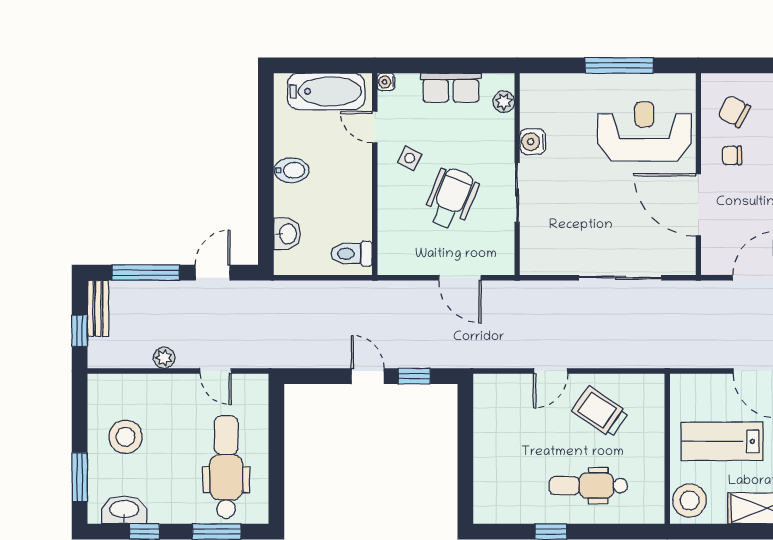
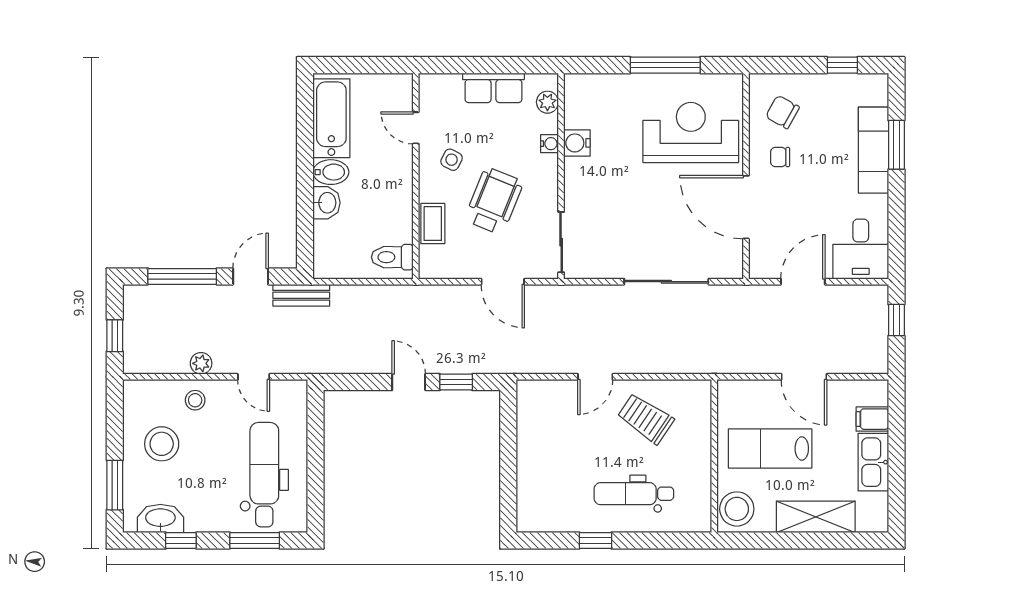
water cooler: (386, 82) -> (549, 144), moved, turned 180
bathtub: (326, 91) -> (331, 118), moved, turned -90
sliding door: (517, 192) -> (561, 242), moved
coffee table: (391, 221) -> (433, 224), added
washbasin: (287, 234) -> (326, 203), moved
bench: (98, 308) -> (301, 295), moved, turned 90
stool: (158, 394) -> (195, 400), added

